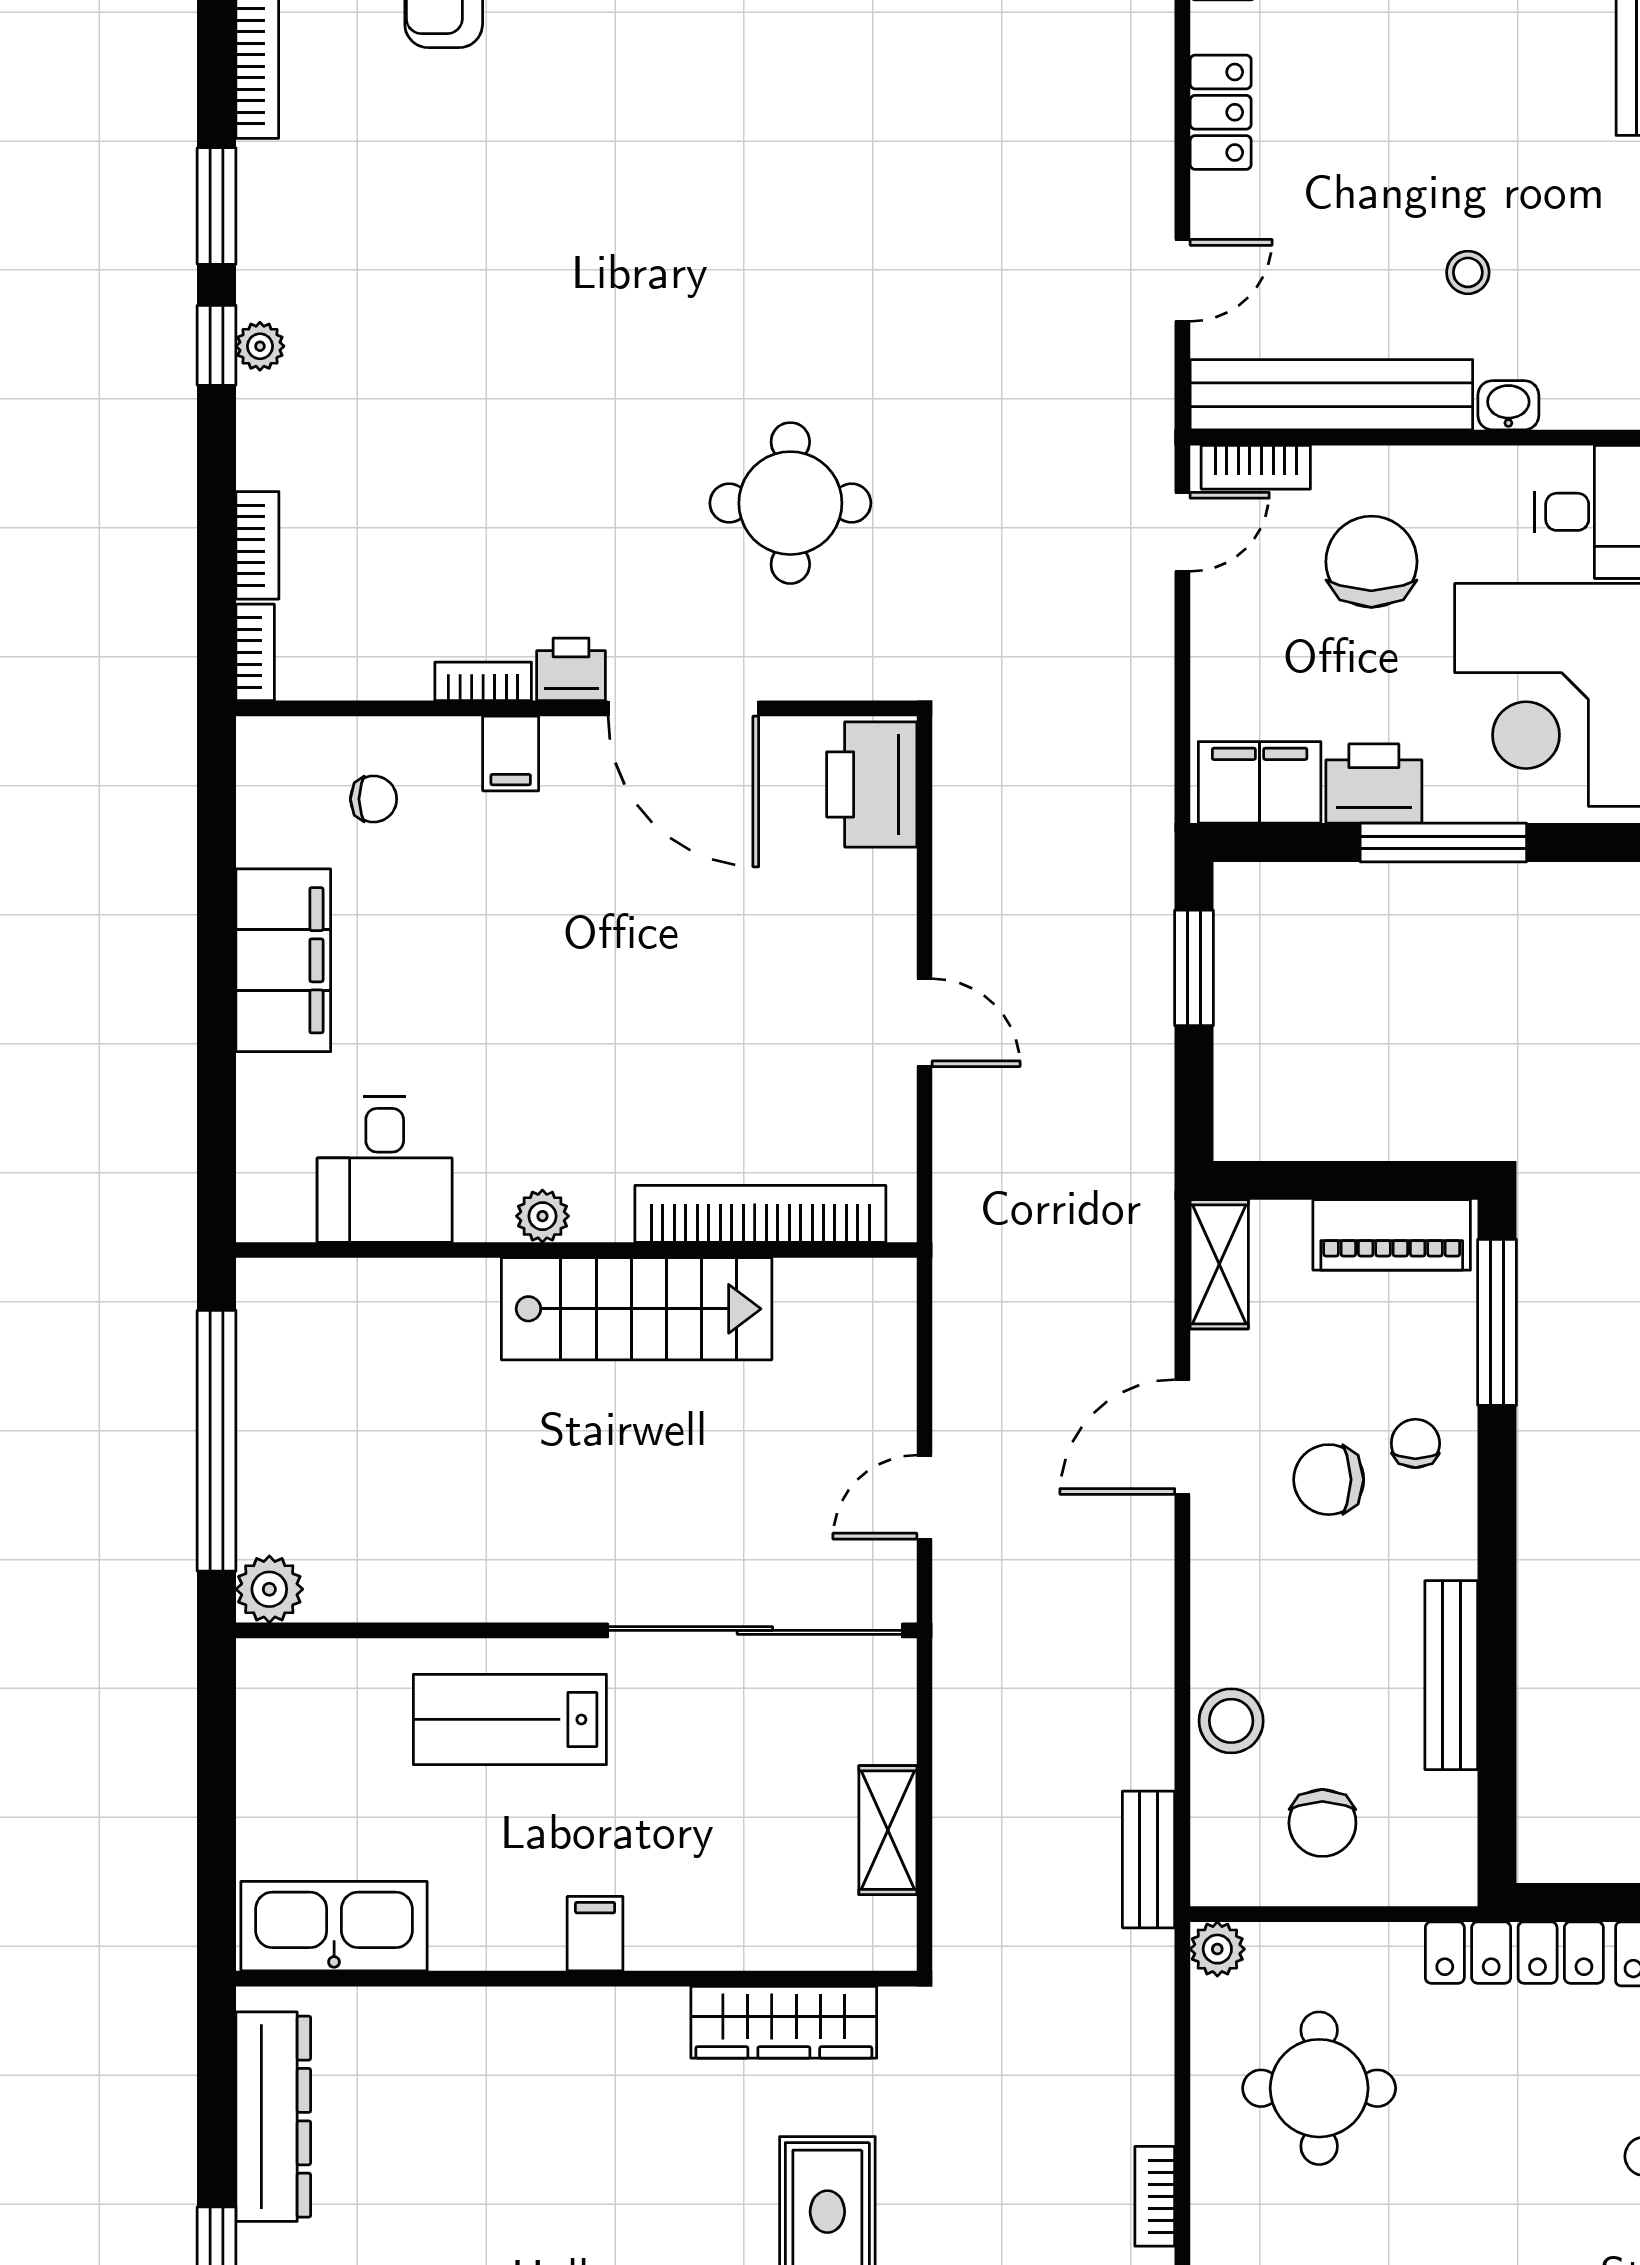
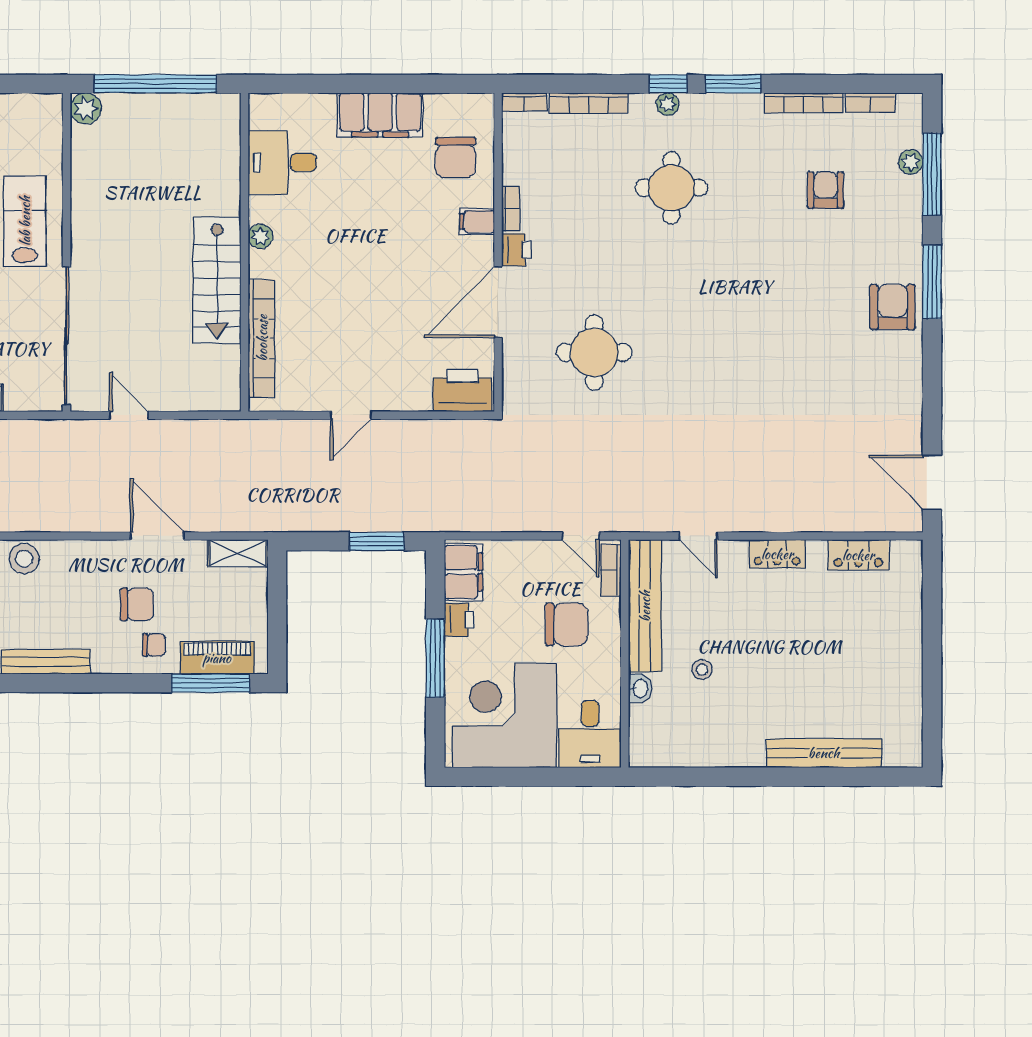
round table: (439, 338) -> (671, 188), added
bookcase: (257, 545) -> (589, 103), width x1.56
printer: (1374, 784) -> (459, 620), width x0.73, depth x0.81
chair: (374, 799) -> (456, 157), width x1.87, depth x1.87
piano: (1392, 1235) -> (217, 658), moved, turned 90
chair: (1329, 1480) -> (137, 604), turned 90

